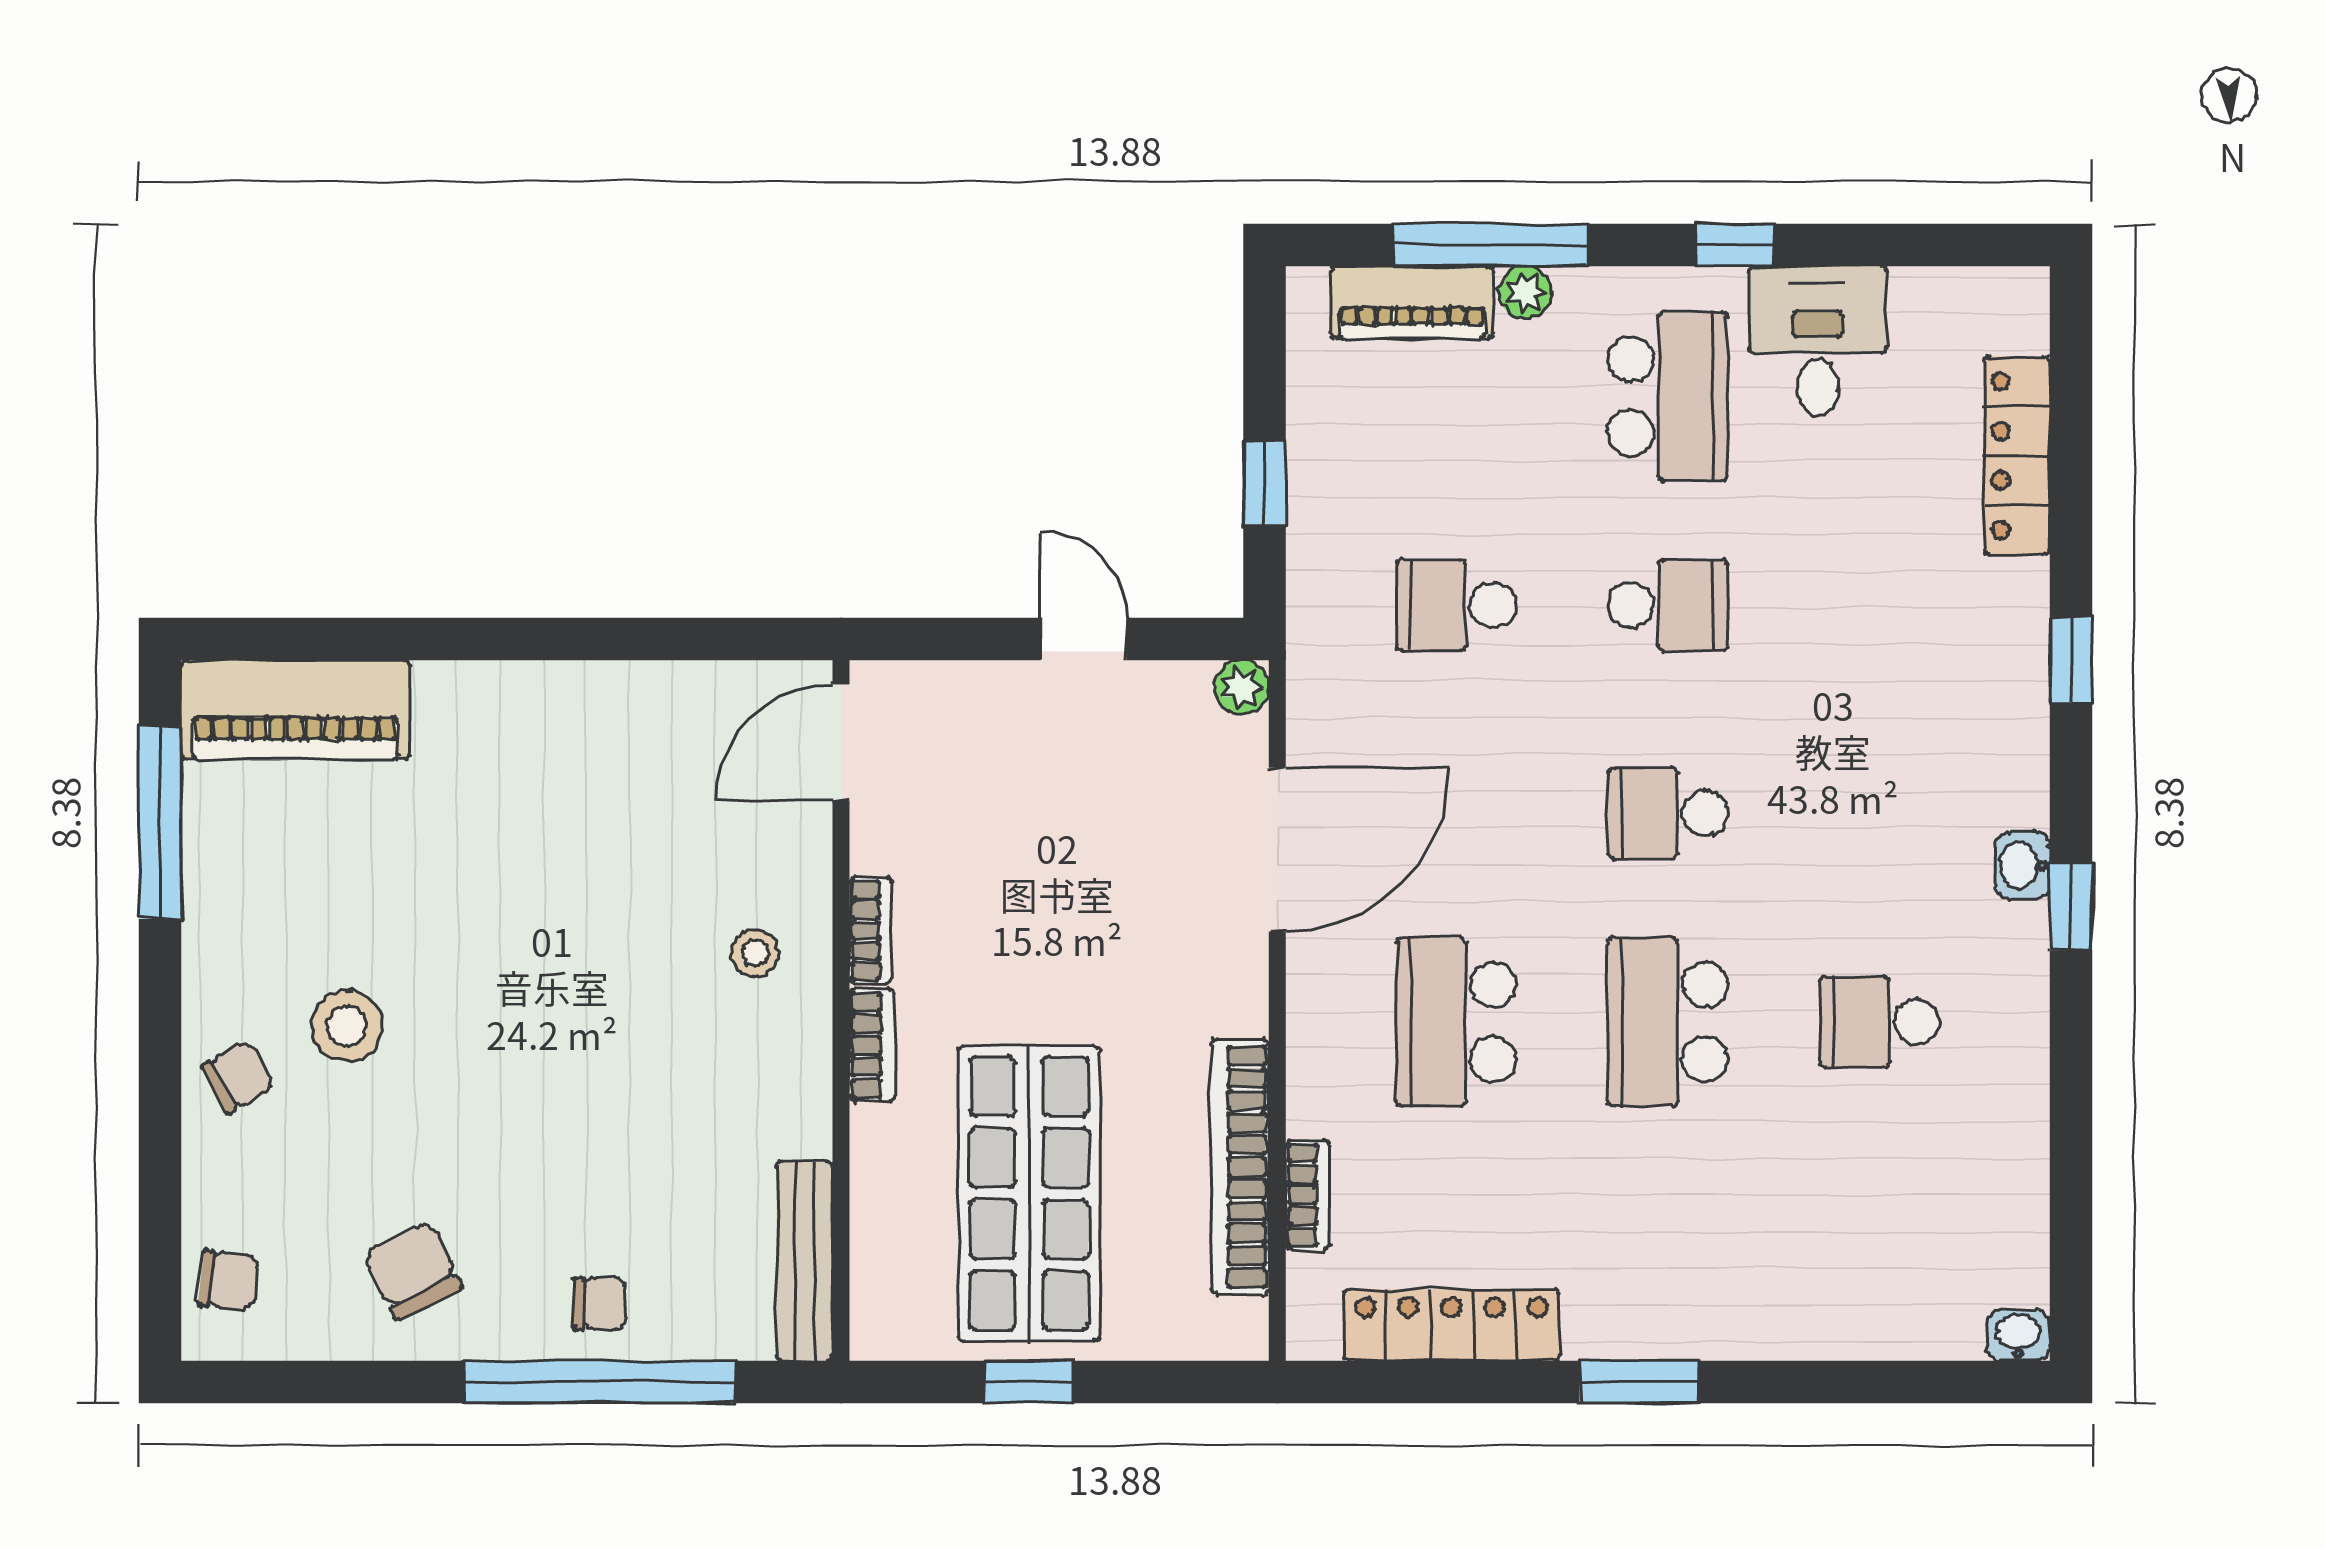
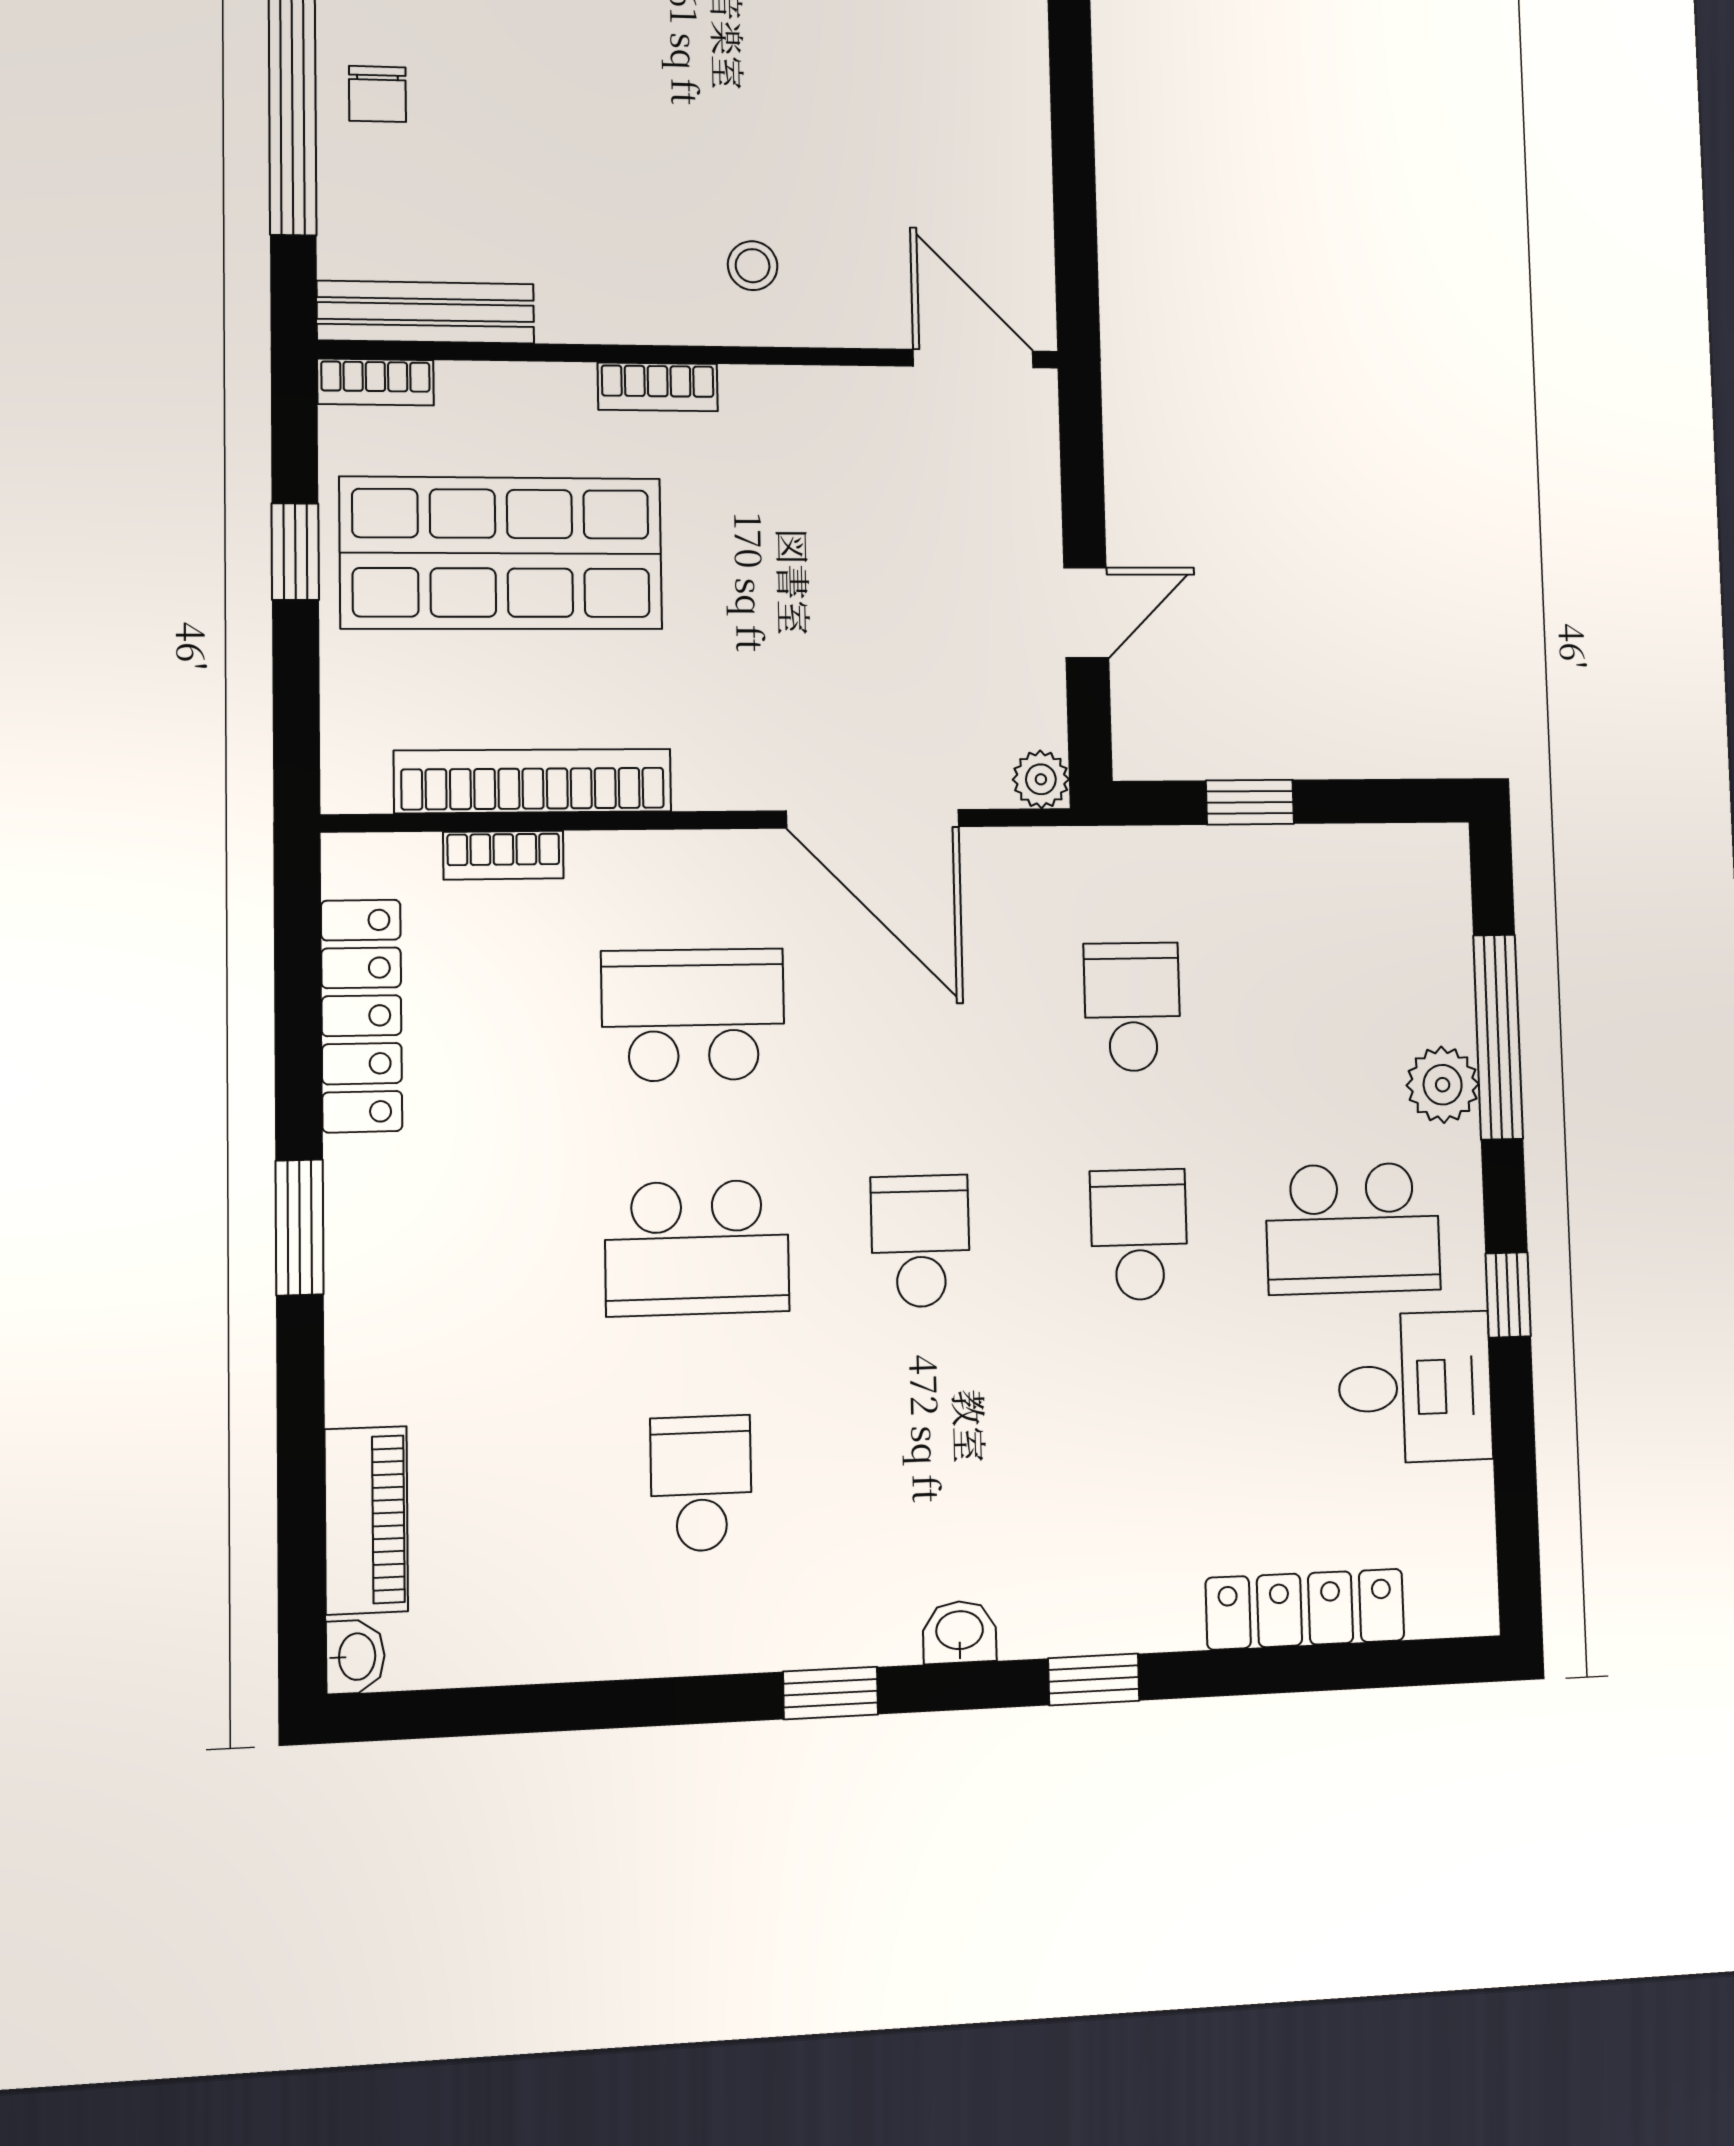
plant: (1525, 292) -> (1443, 1085), width x1.38, depth x1.38
piano: (1412, 302) -> (366, 1520), moved, turned 180
school desk: (1668, 605) -> (1139, 1235), turned 180
washbasin: (2022, 866) -> (960, 1632), moved
bookcase: (871, 930) -> (375, 382), moved
school desk: (1668, 1022) -> (697, 1248), turned 180

